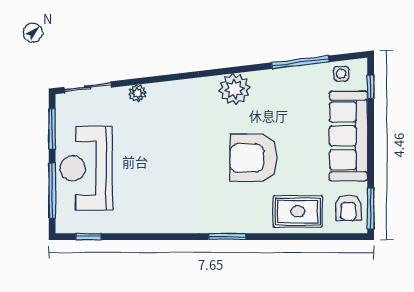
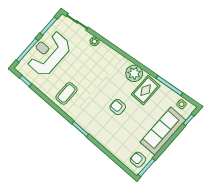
armchair: (253, 158) -> (118, 107), width x0.53, depth x0.53
coffee table: (163, 203) -> (67, 93), added
armchair: (348, 208) -> (138, 160), turned 90
rug: (298, 211) -> (146, 90), moved, turned 90

